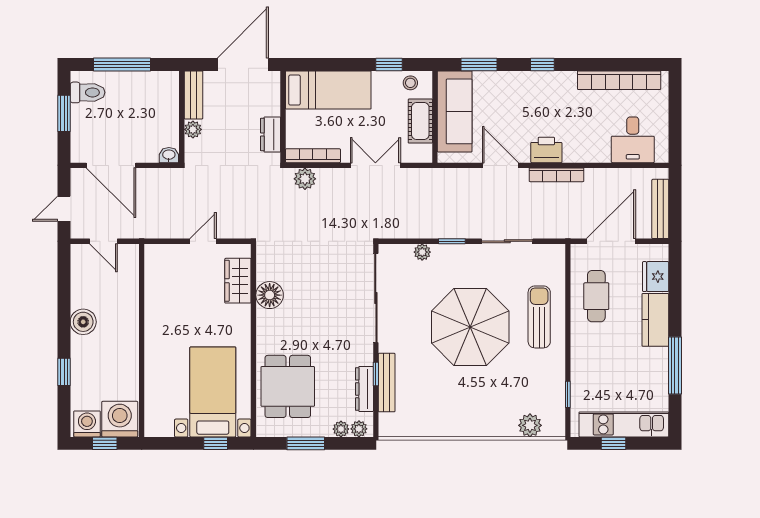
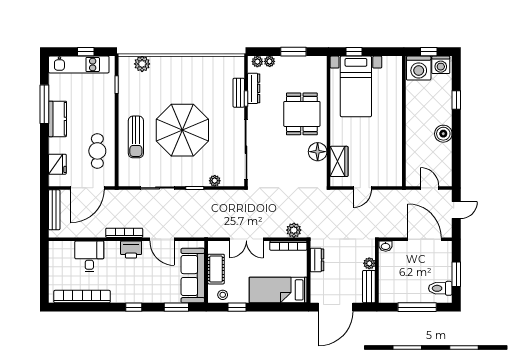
desk: (633, 140) -> (89, 256), moved
kitchen counter: (655, 320) -> (57, 119), moved
bench: (387, 383) -> (239, 93), width x0.73
dining table: (288, 386) -> (302, 114), moved

